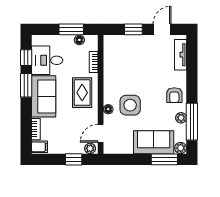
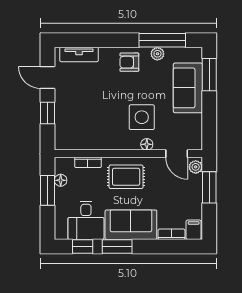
armchair: (174, 95) -> (129, 62), turned 180
plant: (181, 148) -> (195, 54), removed
window: (74, 159) -> (209, 187), width x1.50

